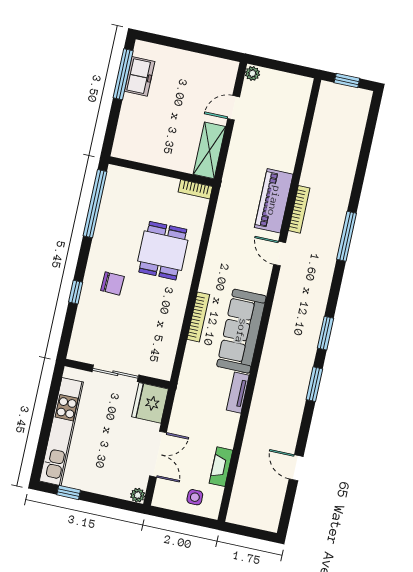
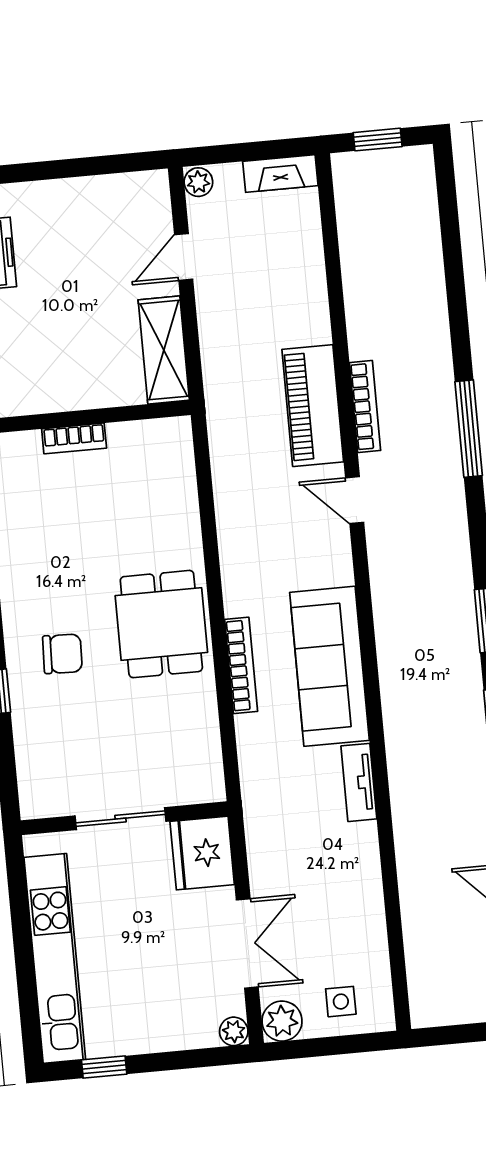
bookcase: (195, 189) -> (74, 438), moved
dining table: (163, 251) -> (161, 624), moved
fireplace: (221, 467) -> (280, 174), moved, turned -90
plant: (163, 498) -> (282, 1021), added

